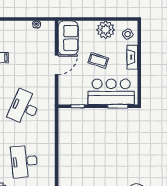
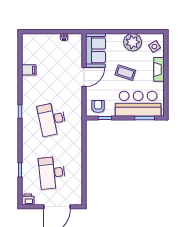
armchair: (71, 95) -> (98, 107), added
desk: (24, 107) -> (52, 119), turned -36

